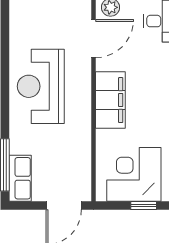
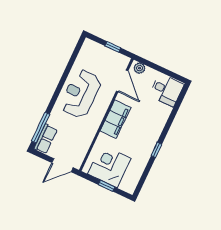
door: (94, 39) -> (122, 81), hinge flipped

